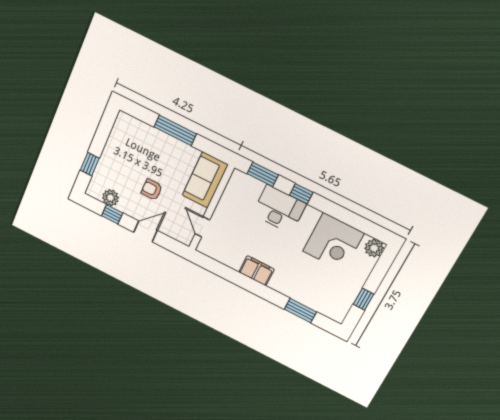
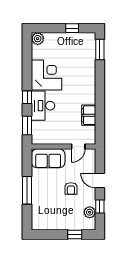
corner desk: (333, 242) -> (46, 75), moved
filing cabinet: (257, 271) -> (89, 115), moved
window: (300, 311) -> (100, 49), moved

